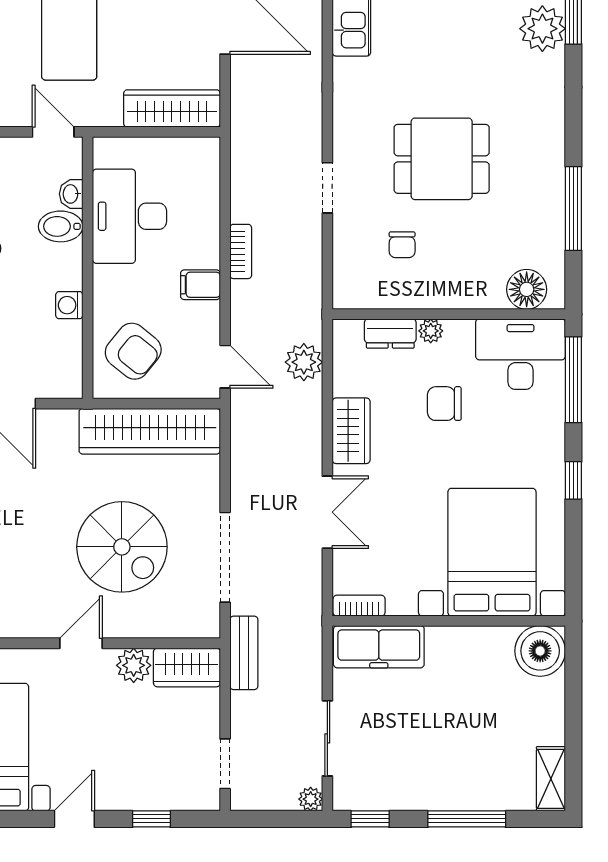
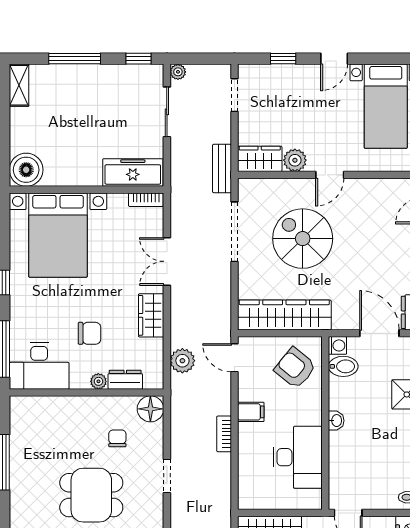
washbasin: (71, 194) -> (336, 421), moved
bidet: (61, 226) -> (343, 366), moved
floor lamp: (527, 289) -> (150, 409), moved
washing machine: (69, 305) -> (337, 345), moved

